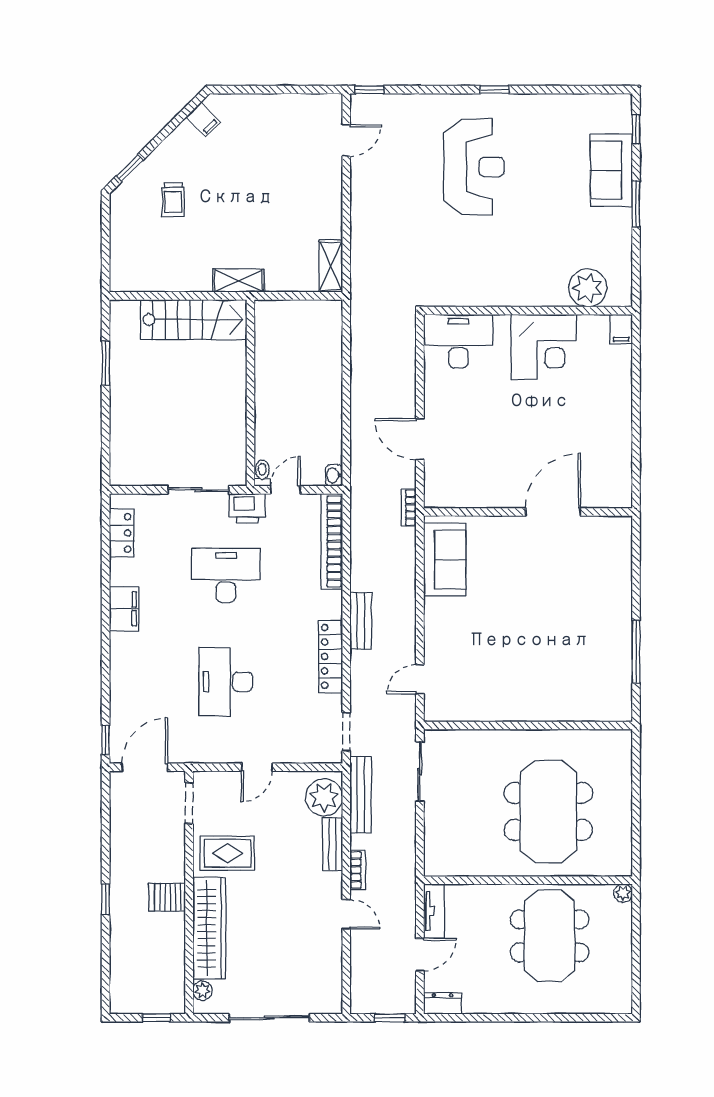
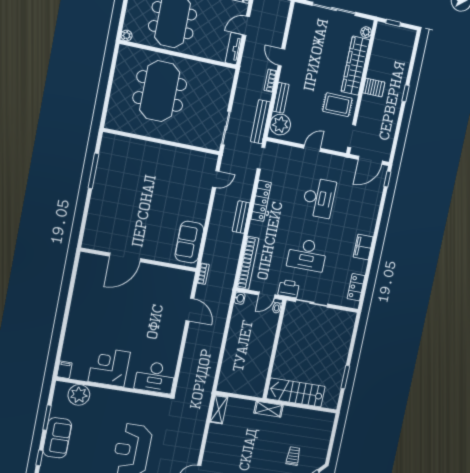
plant: (588, 288) -> (79, 395), moved
wall: (528, 311) -> (114, 388), moved
filing cabinet: (621, 329) -> (64, 370), moved
desk: (458, 341) -> (155, 377), moved
corner desk: (544, 347) -> (109, 367), moved

